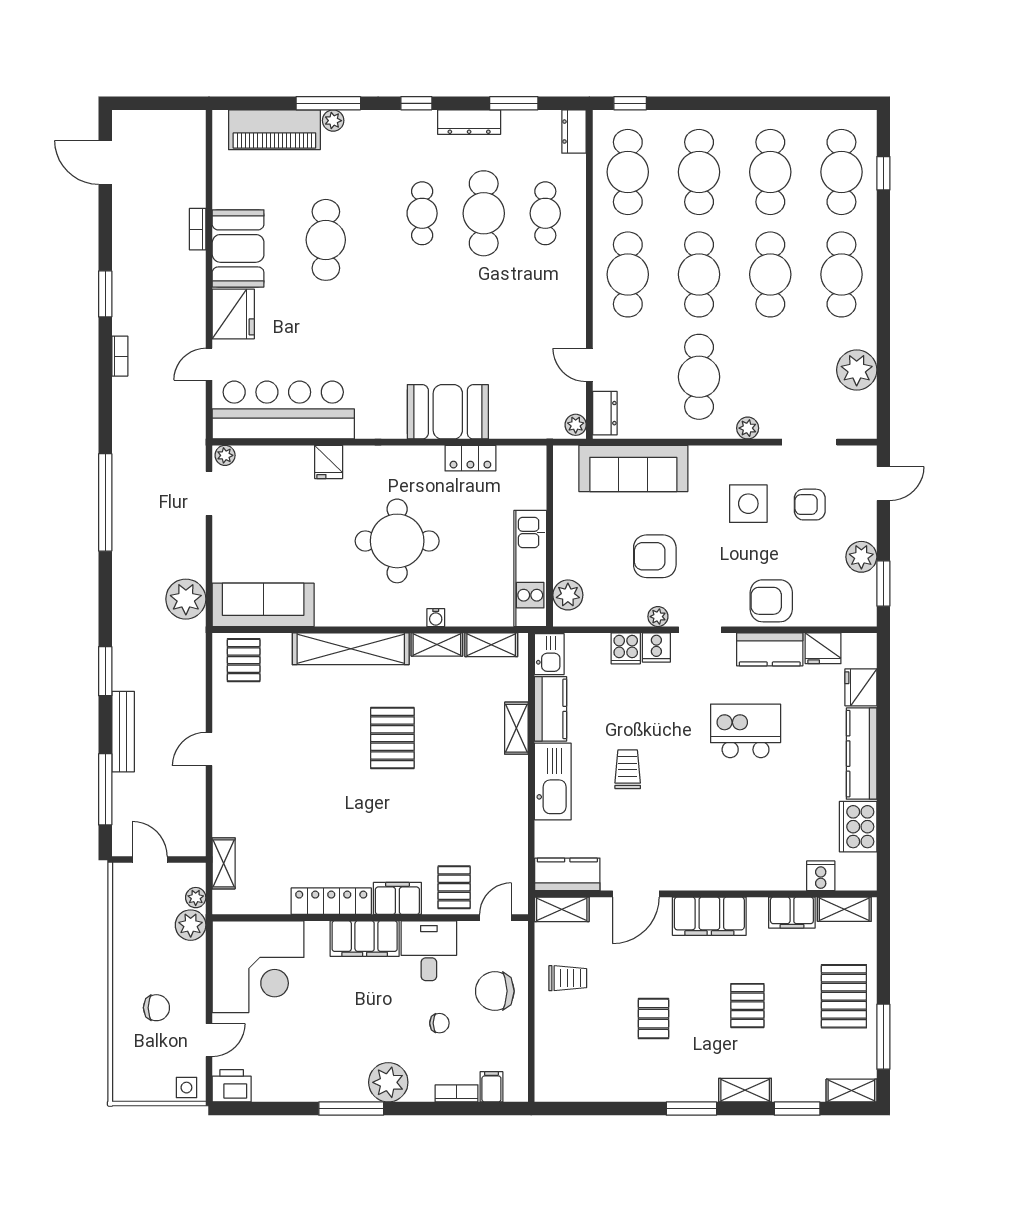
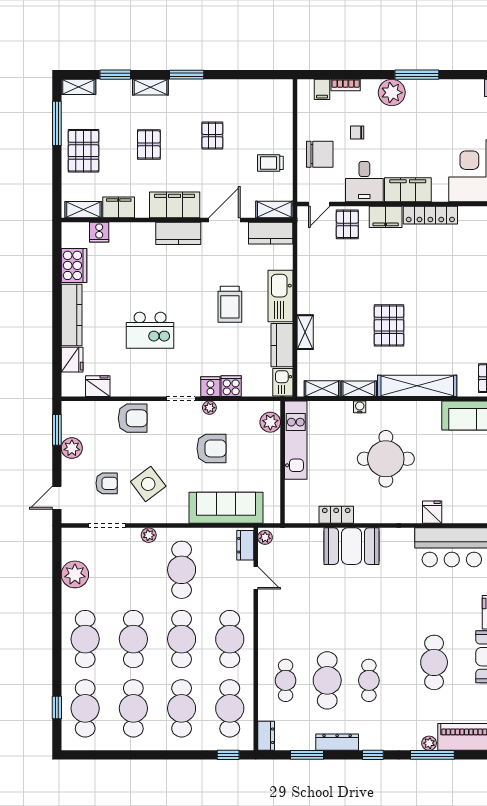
side table: (748, 504) -> (148, 484), turned -37
kitchen counter: (770, 649) -> (178, 233), moved, turned 180
trolley: (628, 769) -> (230, 304), width x1.36, depth x1.39

